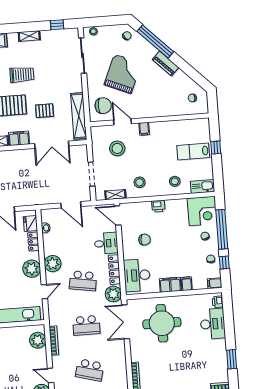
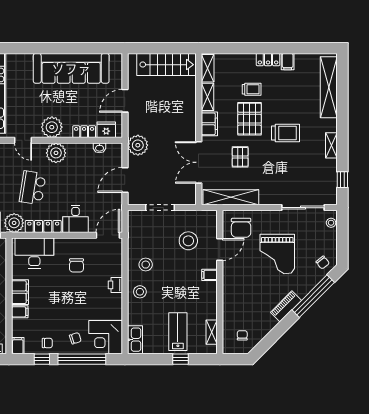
grand piano: (123, 74) -> (277, 254), turned 67
trolley: (22, 75) -> (285, 133), turned -90
stool: (175, 181) -> (140, 292), moved
shelving: (115, 195) -> (212, 332), moved
plant: (41, 196) -> (138, 145), added

